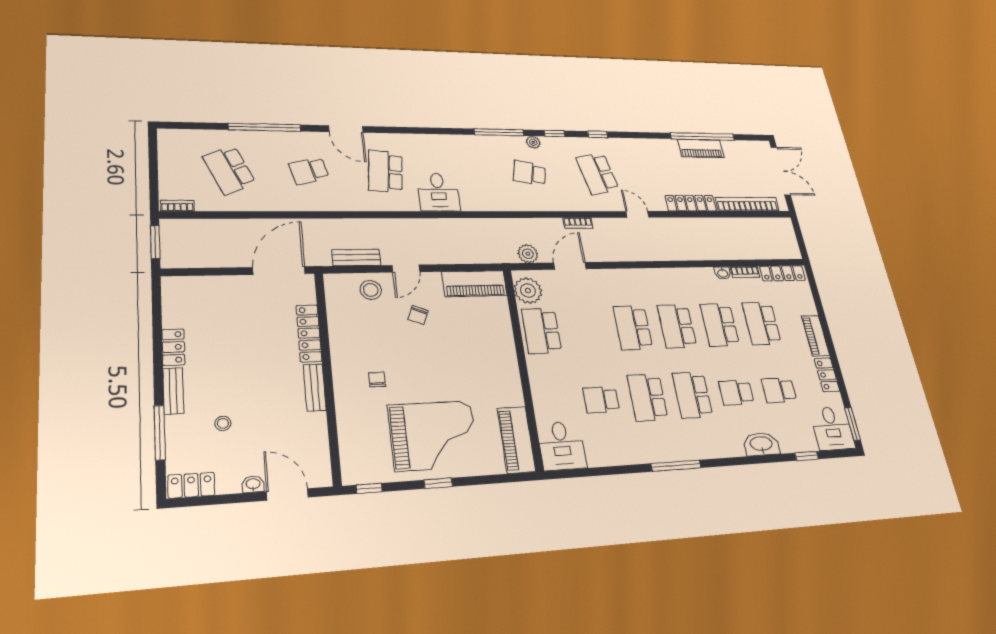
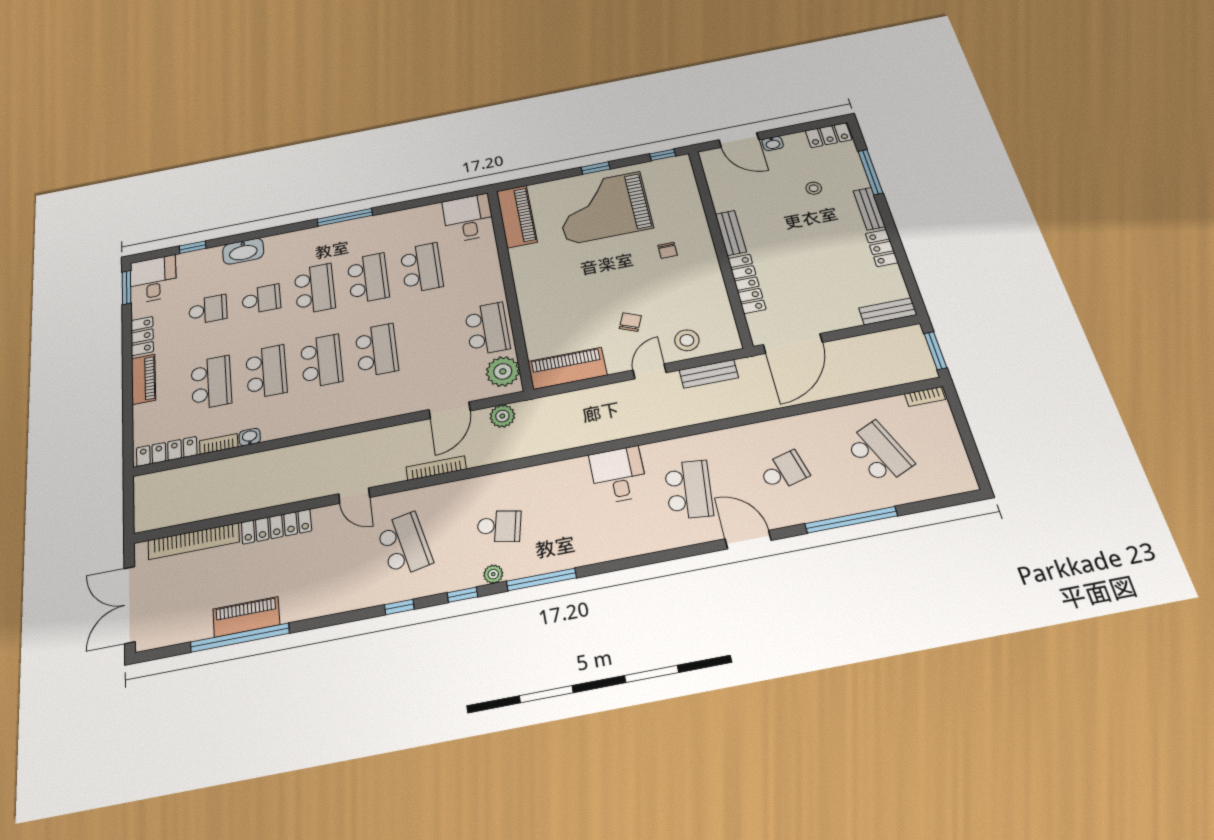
bookcase: (578, 223) -> (436, 468), width x1.56
bench: (186, 284) -> (888, 311), added
school desk: (601, 400) -> (422, 268), width x1.85

